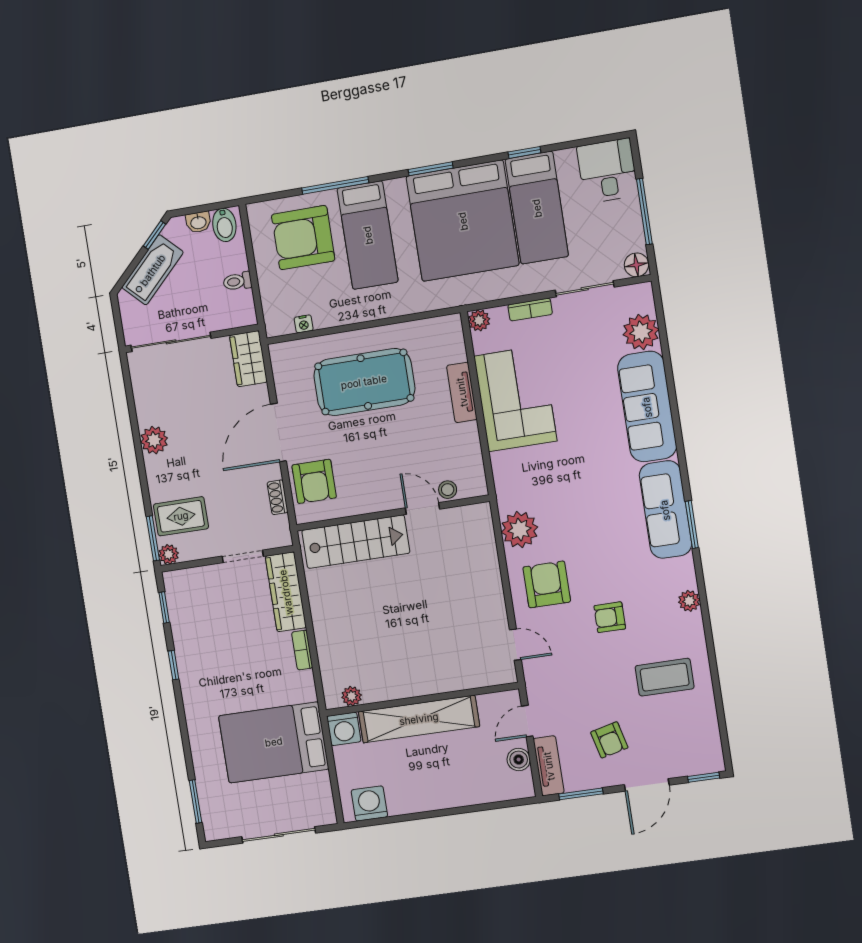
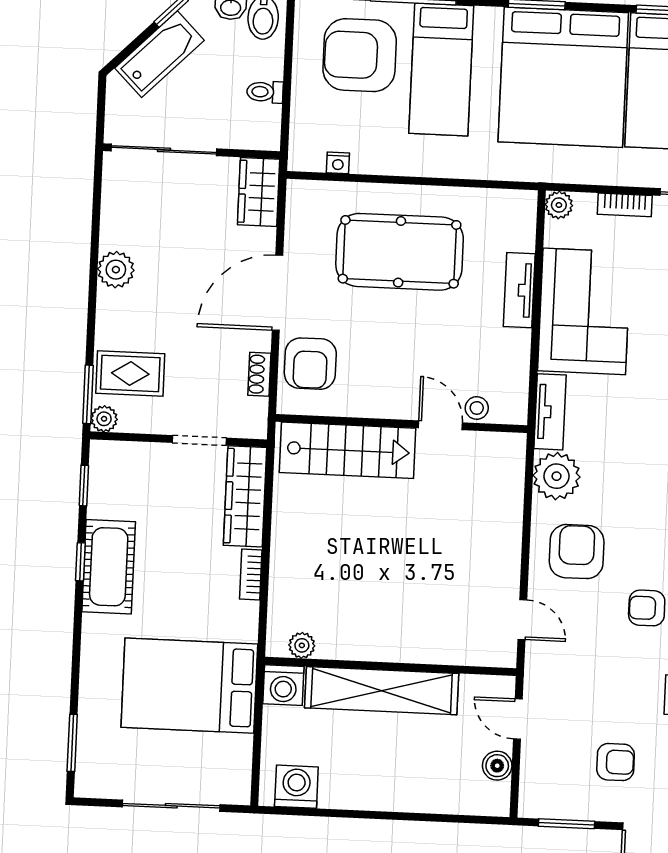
cot: (195, 665) -> (109, 567), added
door: (527, 721) -> (518, 719), hinge flipped
armchair: (609, 740) -> (616, 762), turned -76
tv unit: (549, 766) -> (550, 412), moved

